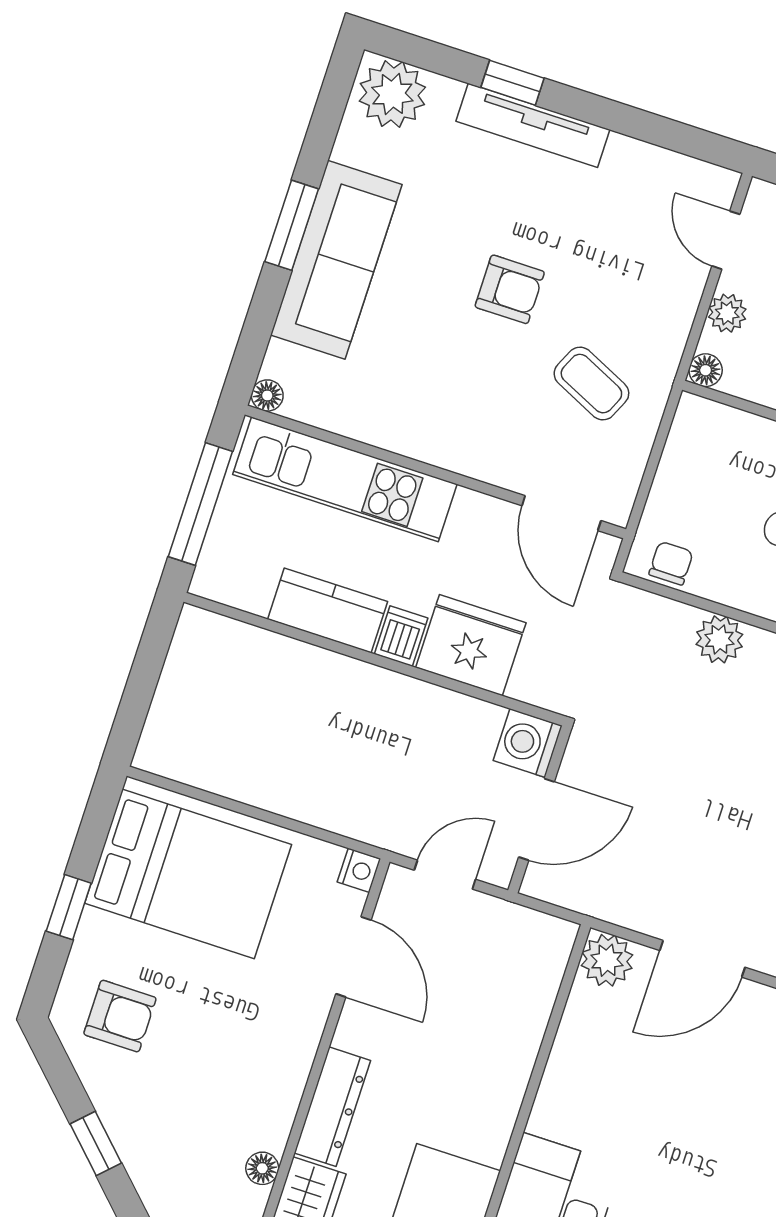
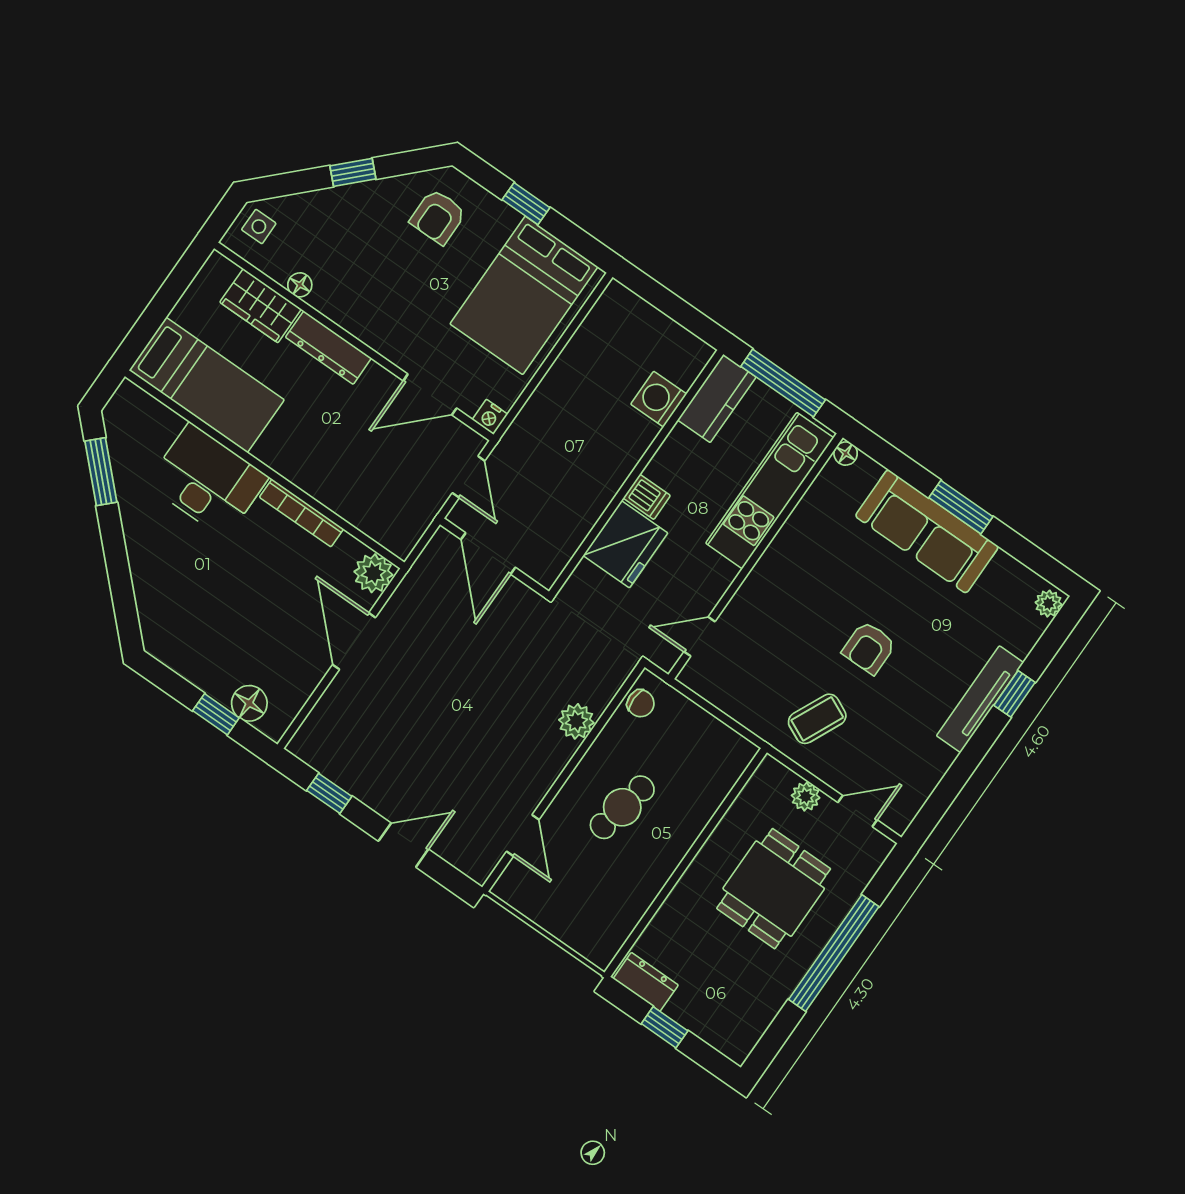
plant: (392, 94) -> (1049, 604), width x0.53, depth x0.53
floor lamp: (706, 370) -> (770, 769), removed
coffee table: (591, 384) -> (817, 719), moved
door: (561, 513) -> (700, 637), width x0.73
kitchen counter: (328, 610) -> (717, 398), moved
washing machine: (528, 743) -> (659, 399), moved, turned -90
bookcase: (557, 1077) -> (301, 513), added

